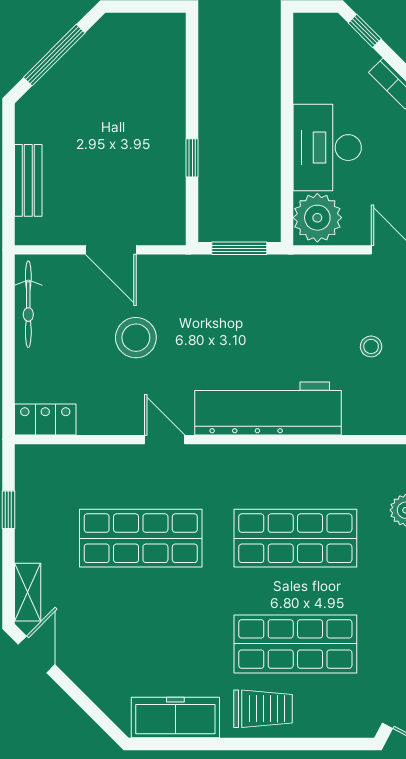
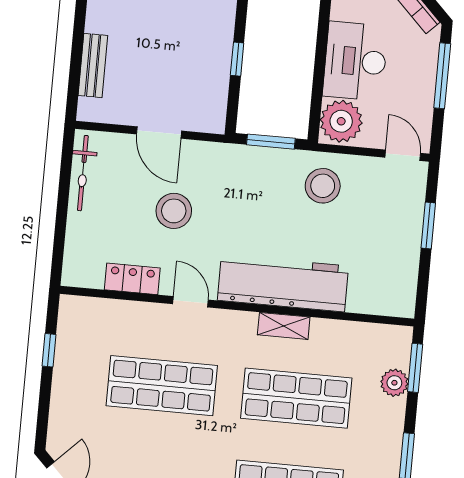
stool: (371, 346) -> (323, 186), moved, width x1.89, depth x1.89
locker: (45, 419) -> (132, 279), moved
shelving: (28, 592) -> (284, 326), moved, turned 90

